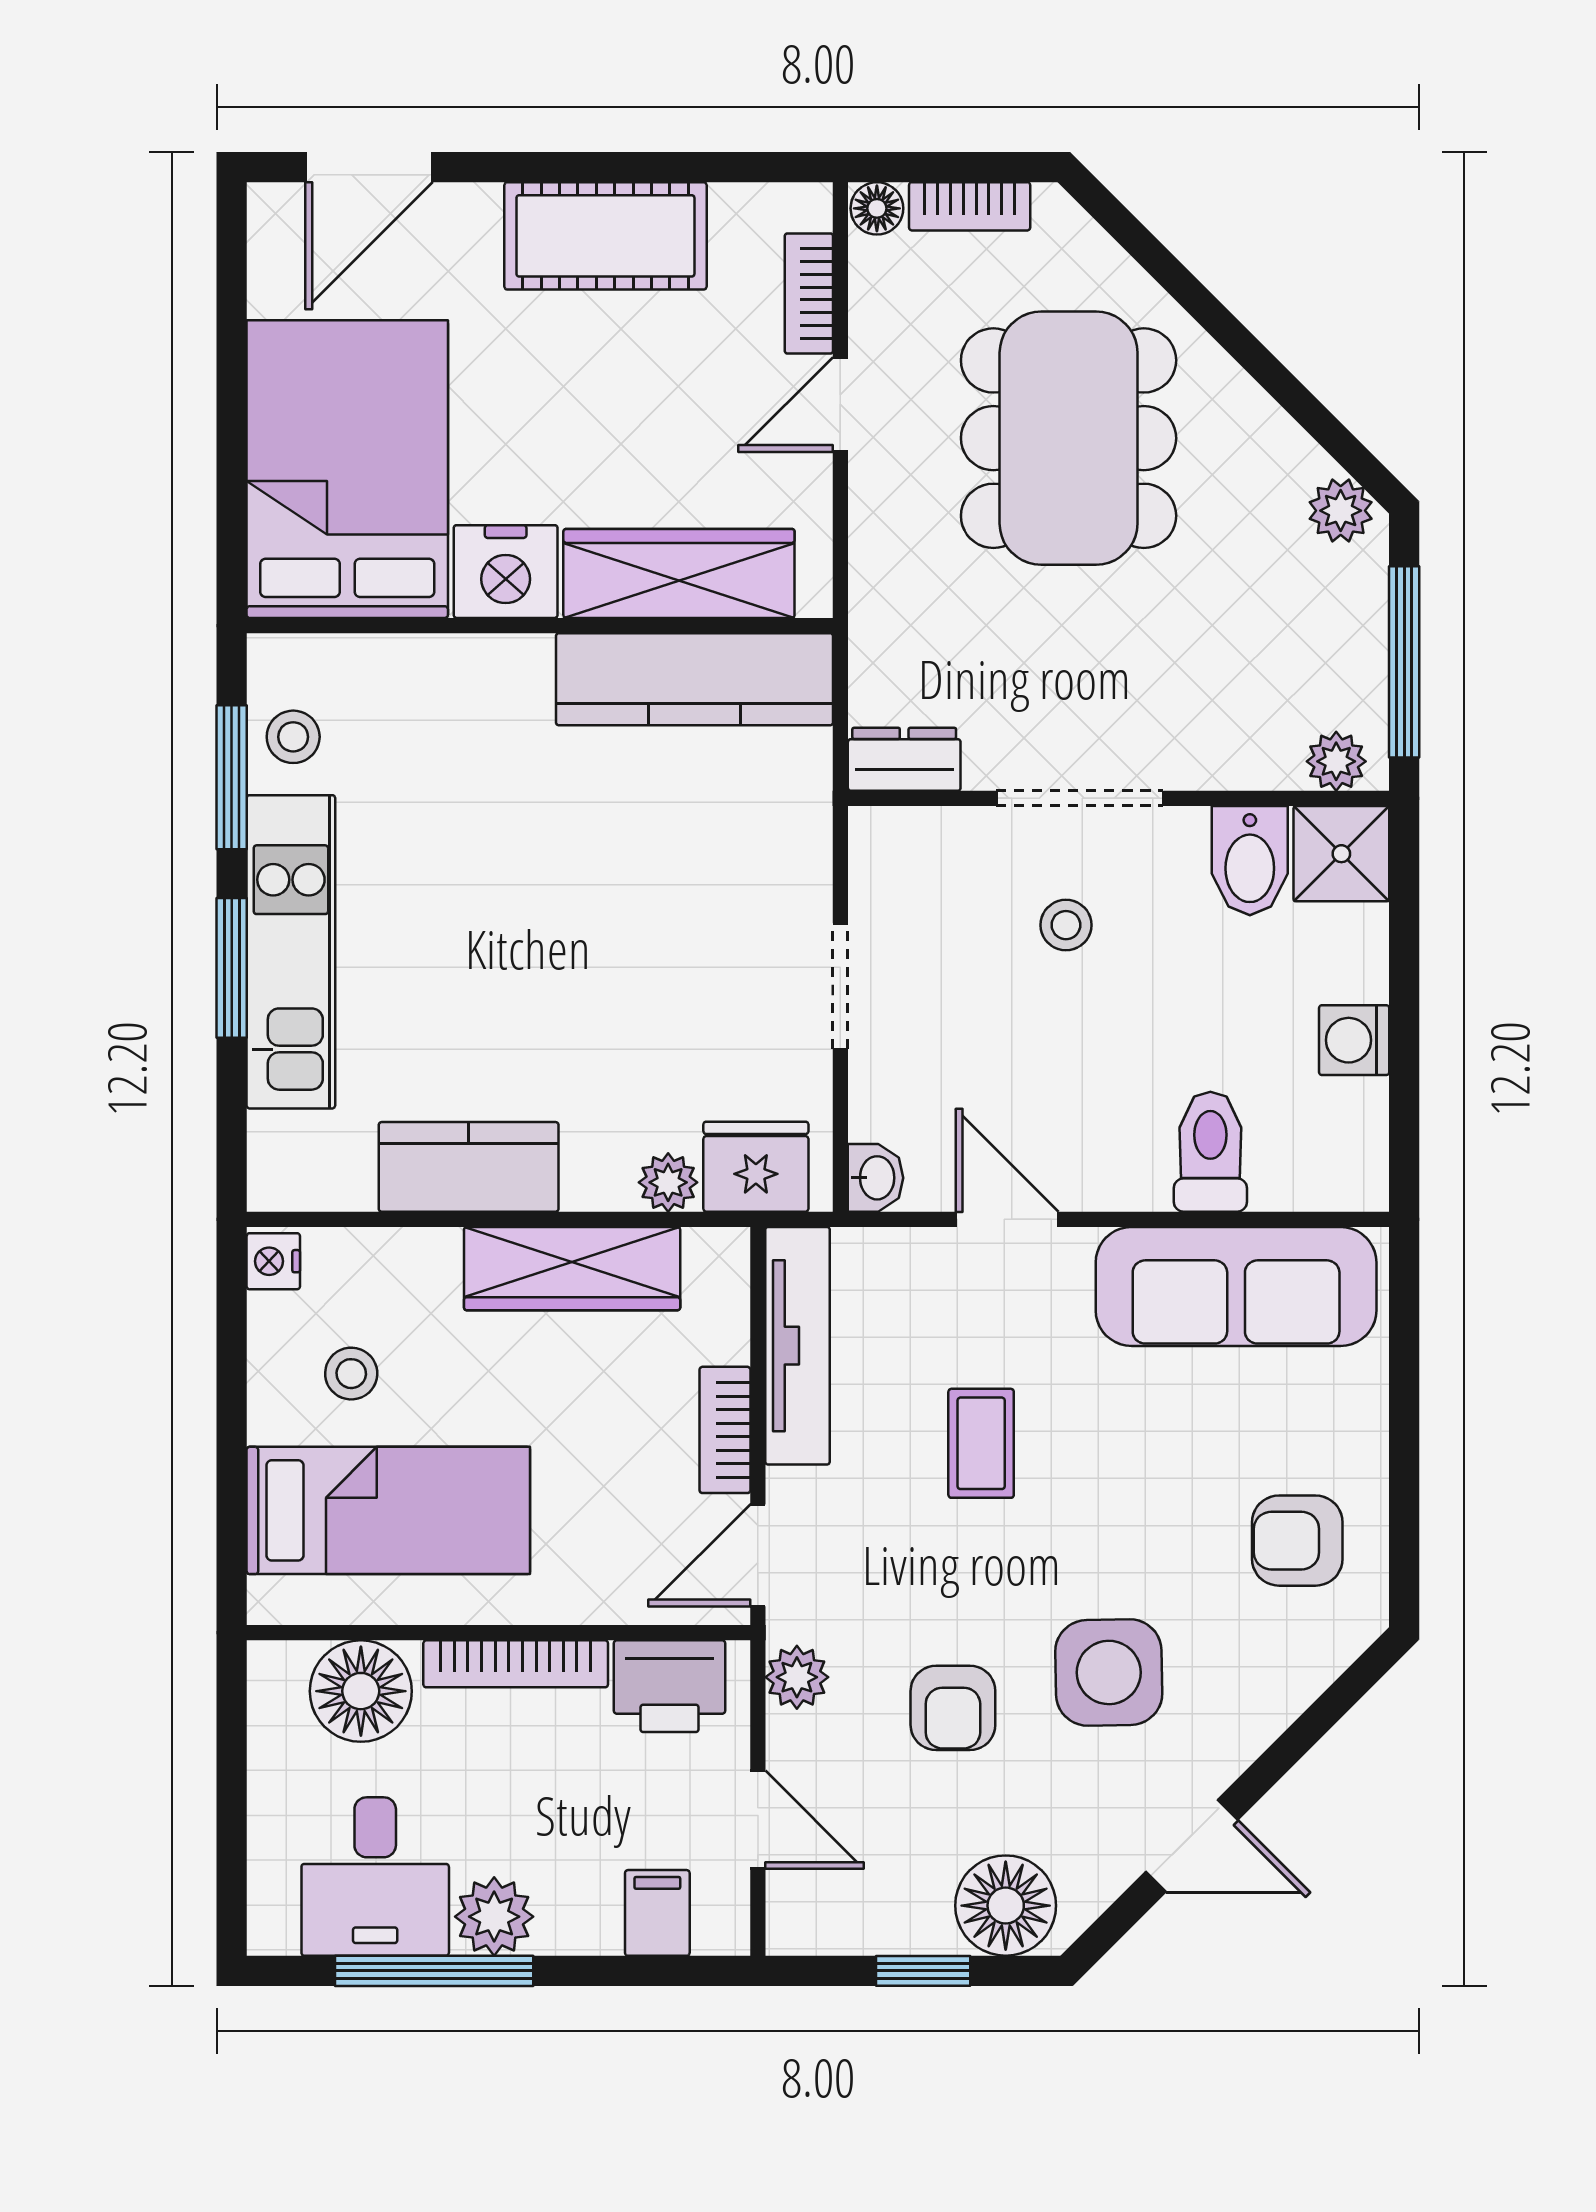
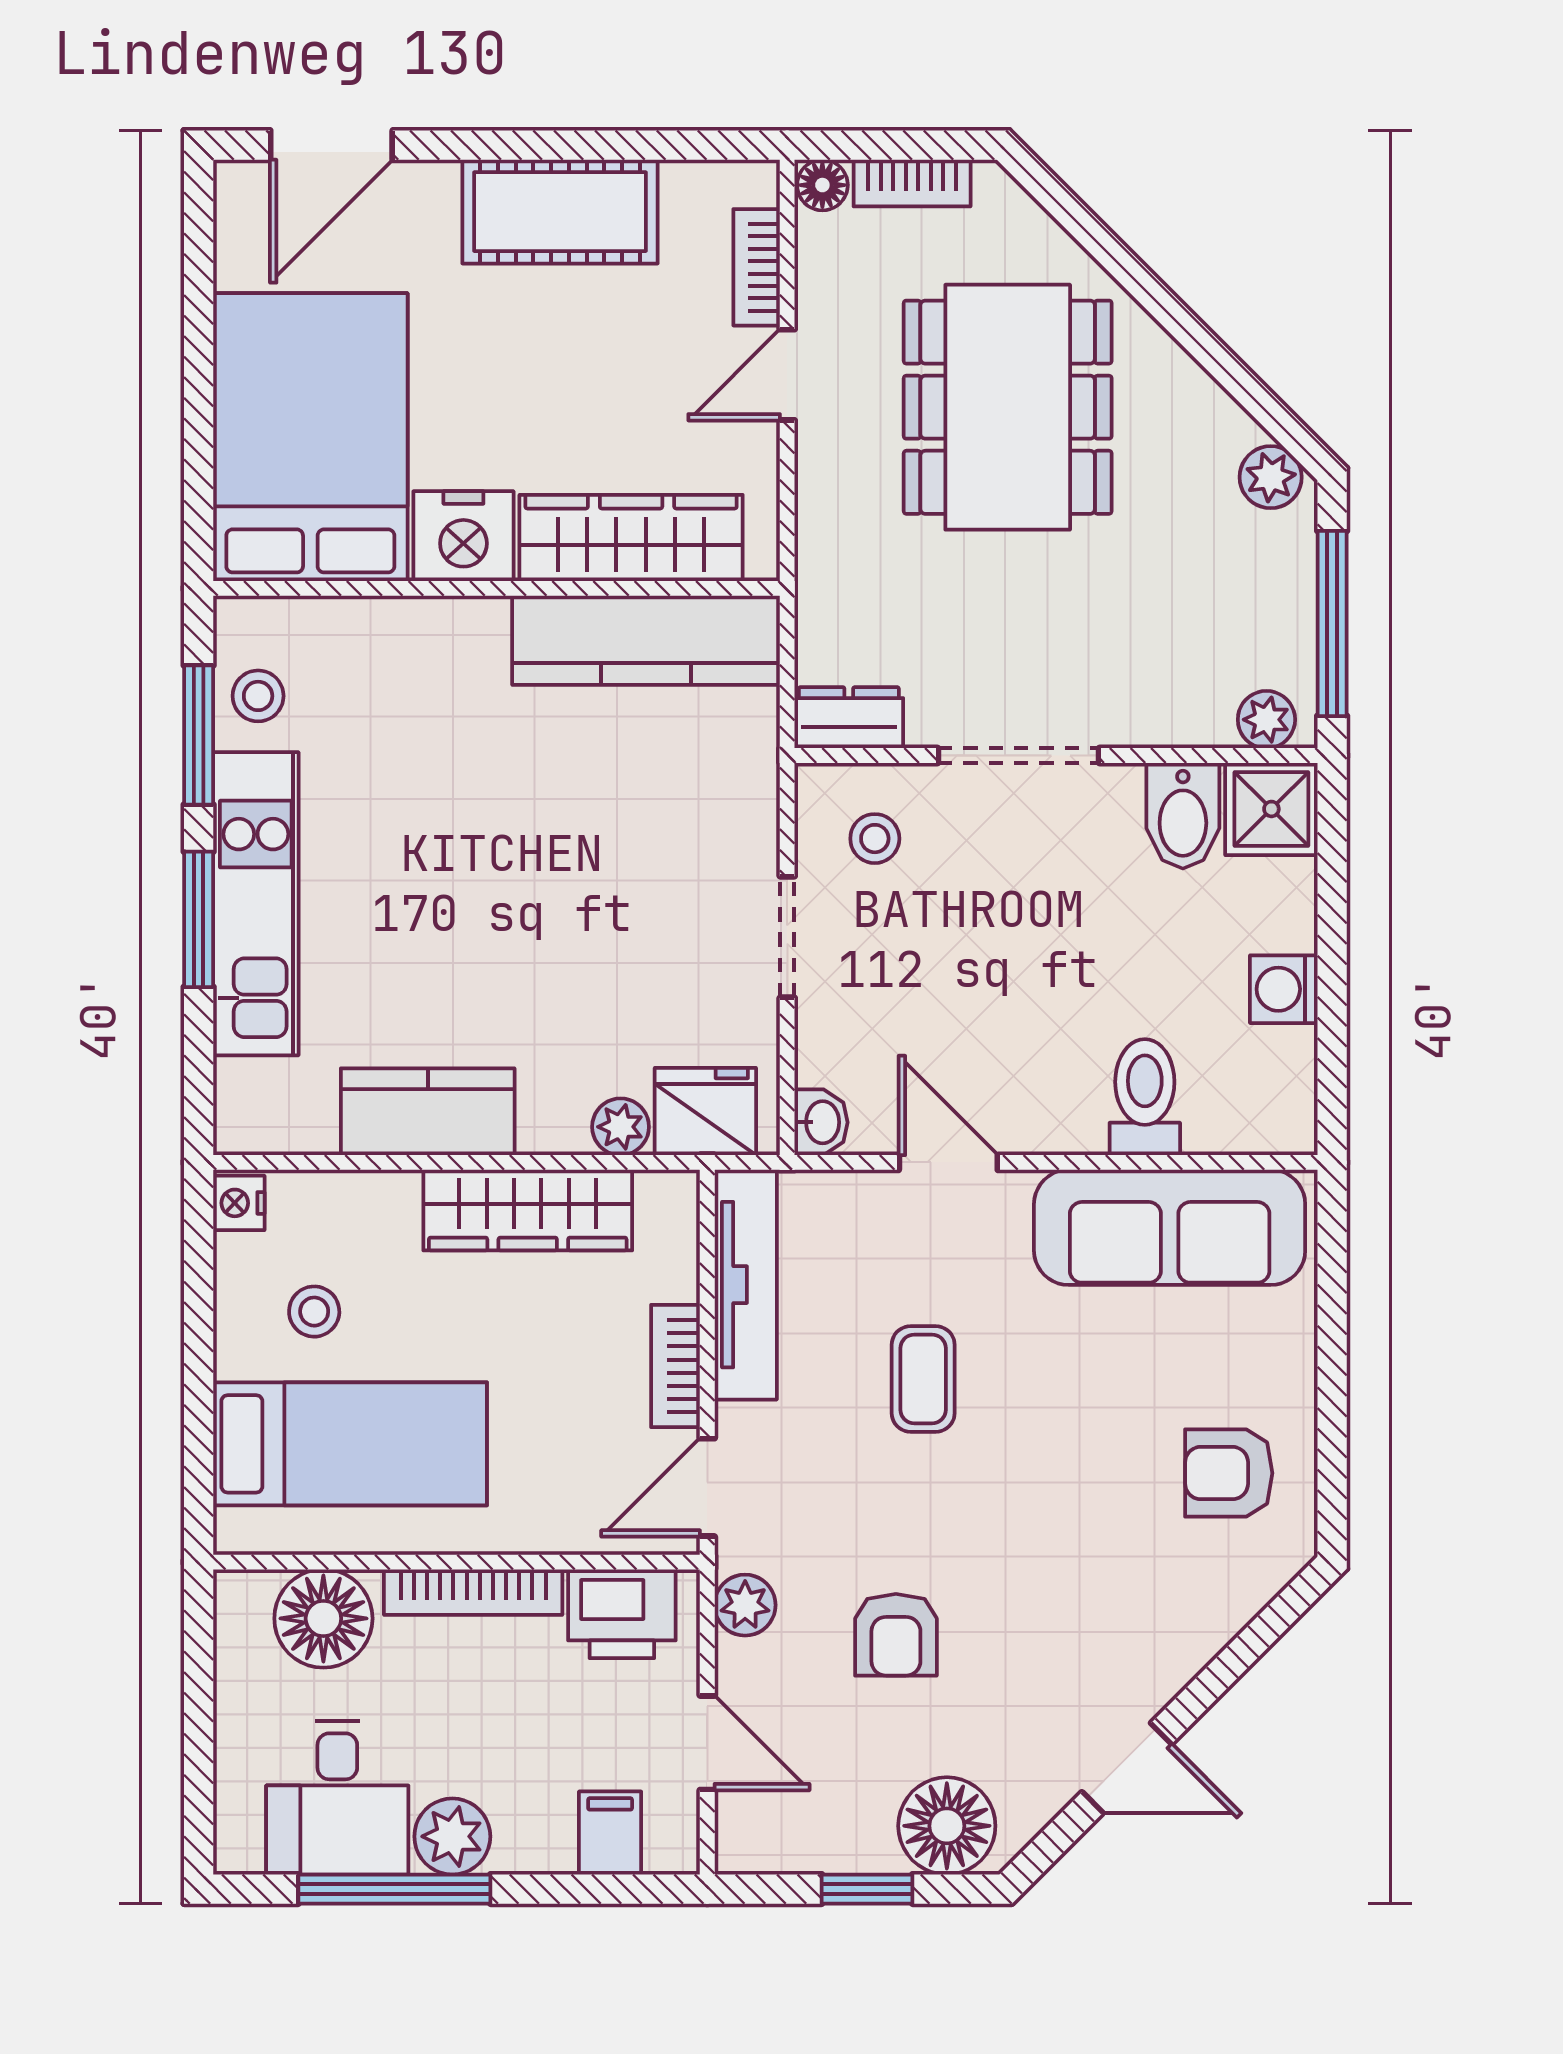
stool: (1066, 925) -> (875, 839), moved
side table: (1109, 1672) -> (1047, 1601), removed

